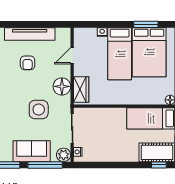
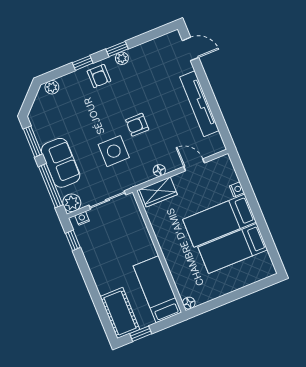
window: (146, 24) -> (267, 238), removed
bed: (149, 52) -> (233, 248), width x0.67
armchair: (28, 63) -> (137, 125), moved
floor lamp: (62, 86) -> (159, 170), width x0.53, depth x0.53
window: (159, 165) -> (73, 240), moved

